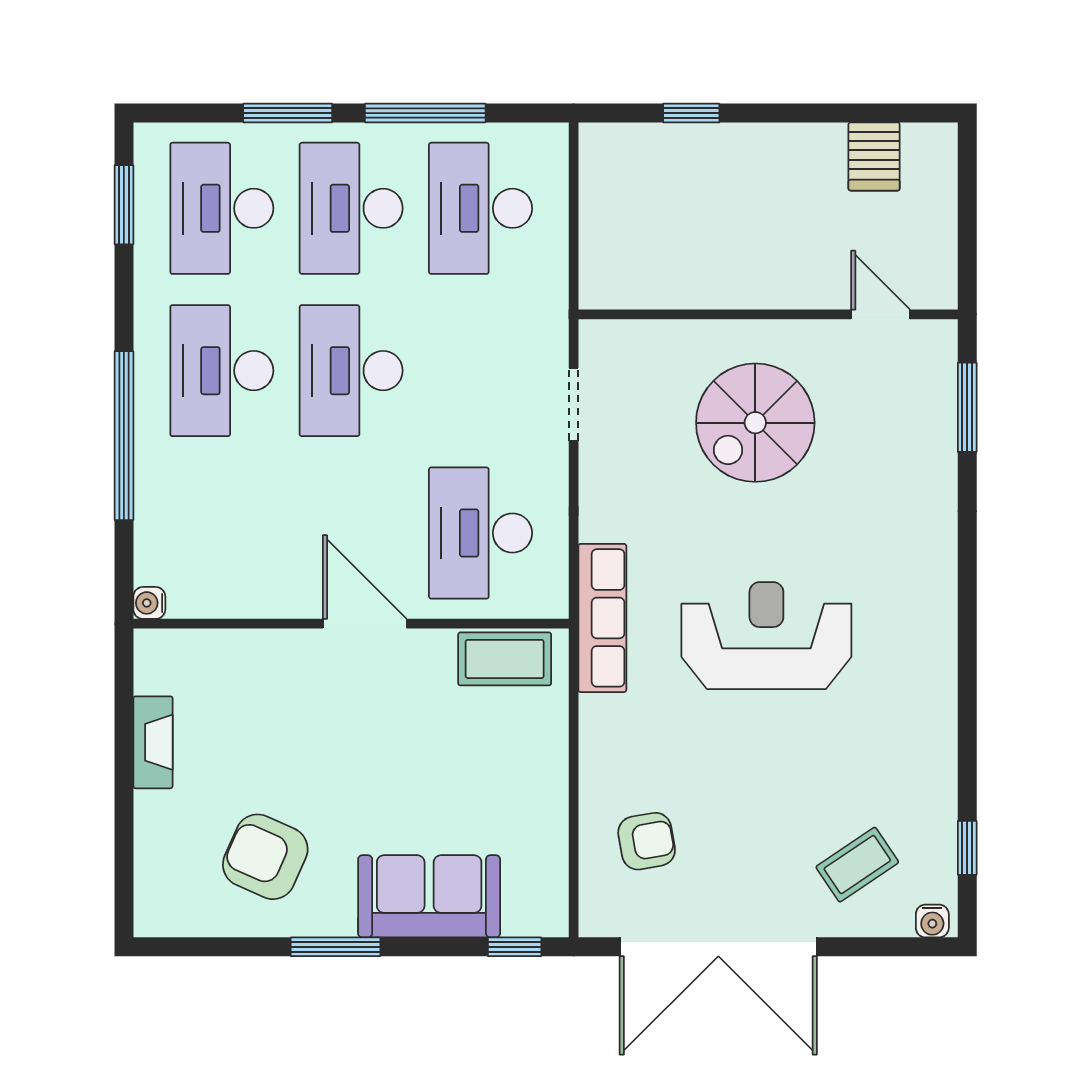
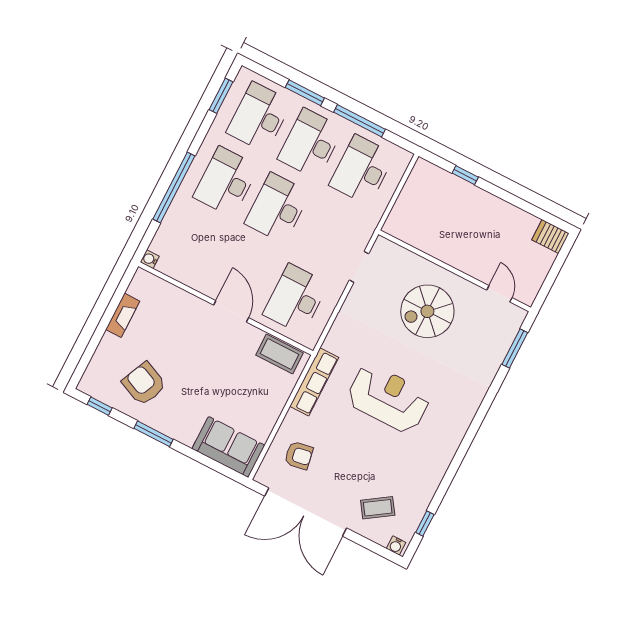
server rack: (874, 156) -> (550, 237), moved, turned 90
row of seats: (602, 618) -> (314, 382), moved
sofa: (429, 896) -> (228, 447), moved
window: (515, 947) -> (100, 406), moved

